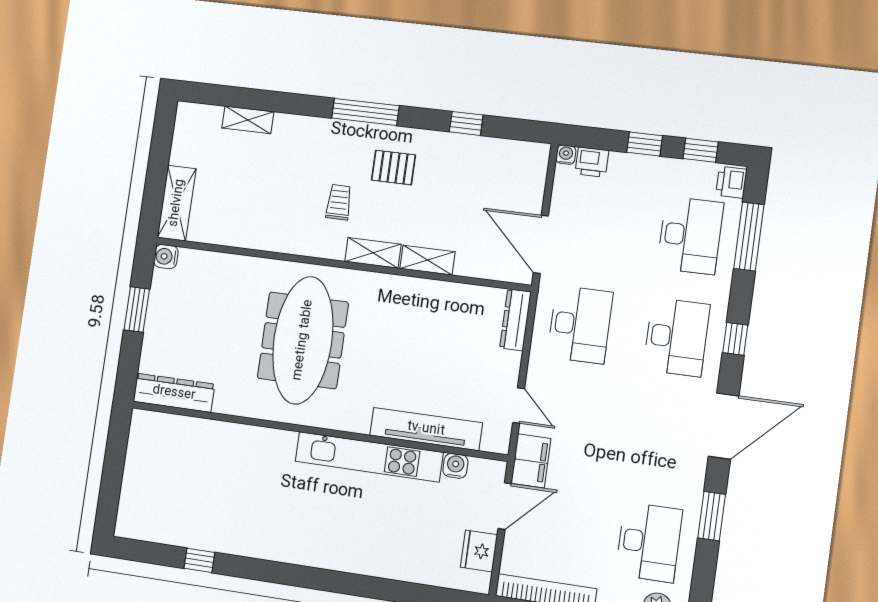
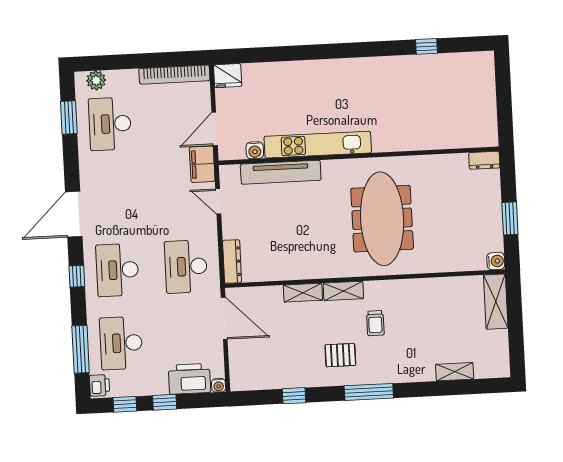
printer: (592, 162) -> (189, 379), width x1.87, depth x1.48
dresser: (174, 393) -> (484, 160), width x0.51, depth x0.80
window: (712, 516) -> (69, 117), moved
fridge: (479, 551) -> (228, 76), moved, turned 90

